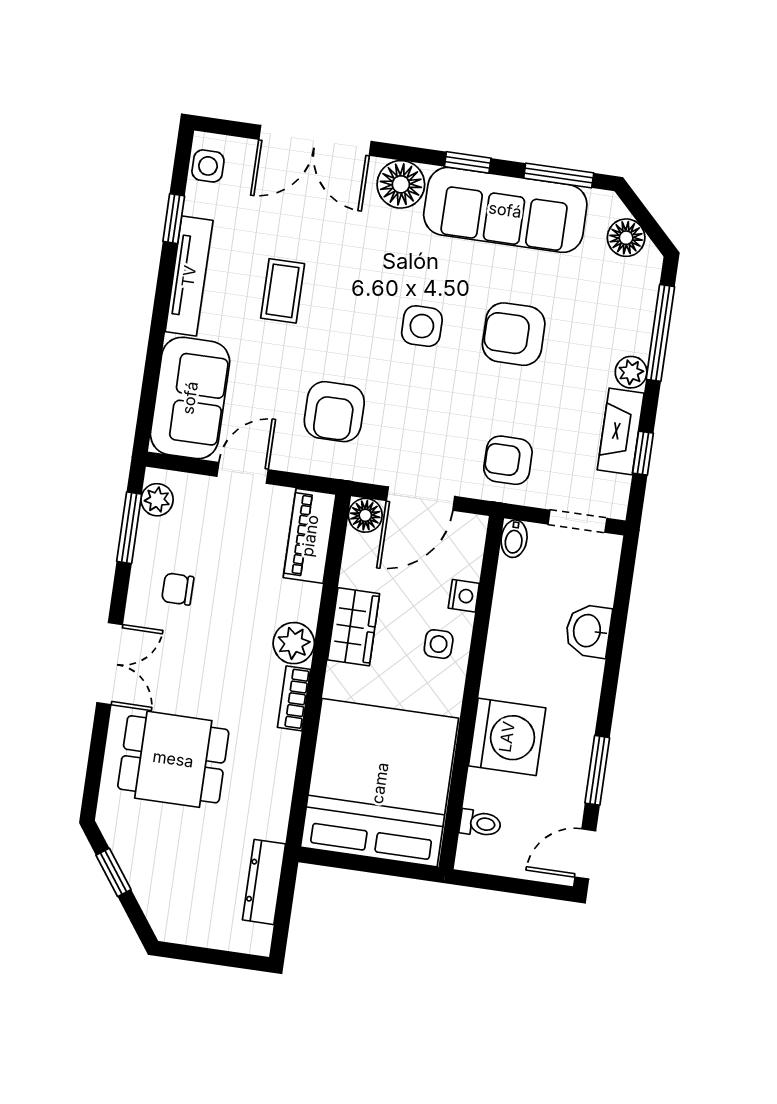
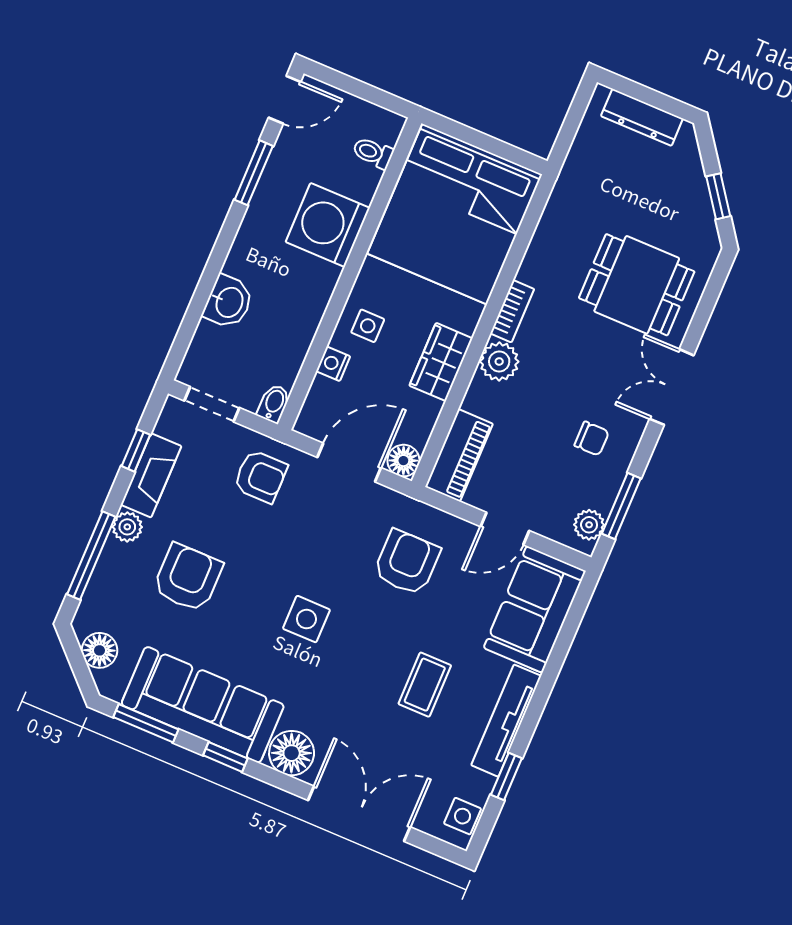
armchair: (514, 334) -> (188, 578), moved, turned -90
dresser: (264, 882) -> (642, 117), moved, turned 90

